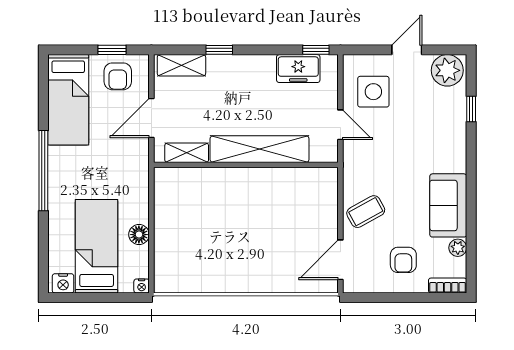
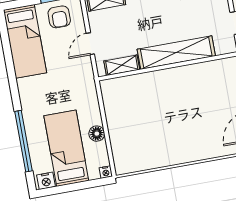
door: (151, 118) -> (90, 44), width x0.73
window: (43, 171) -> (24, 141), moved

